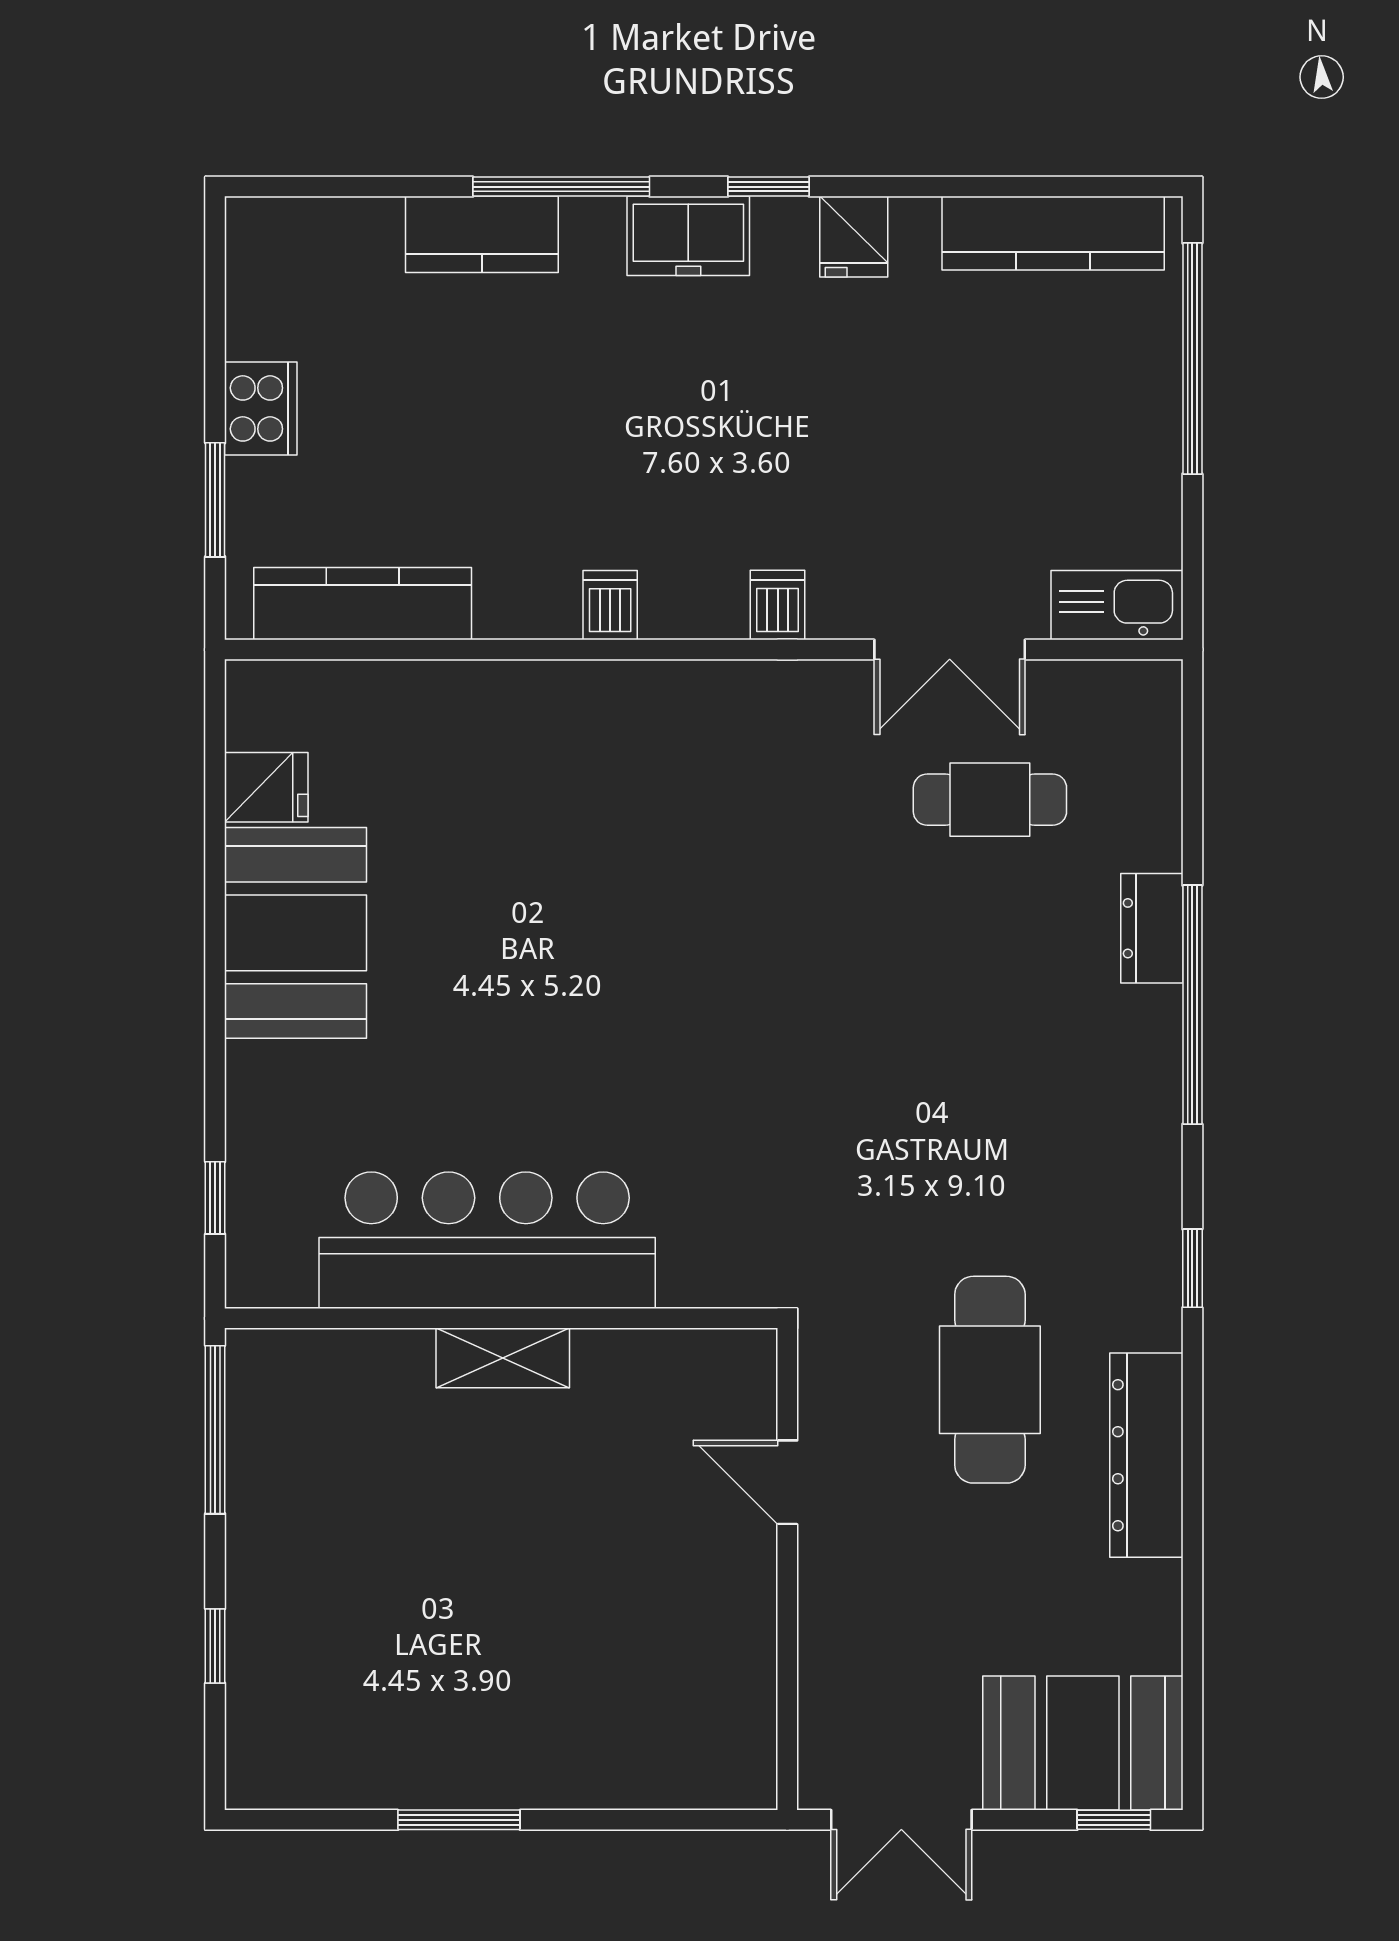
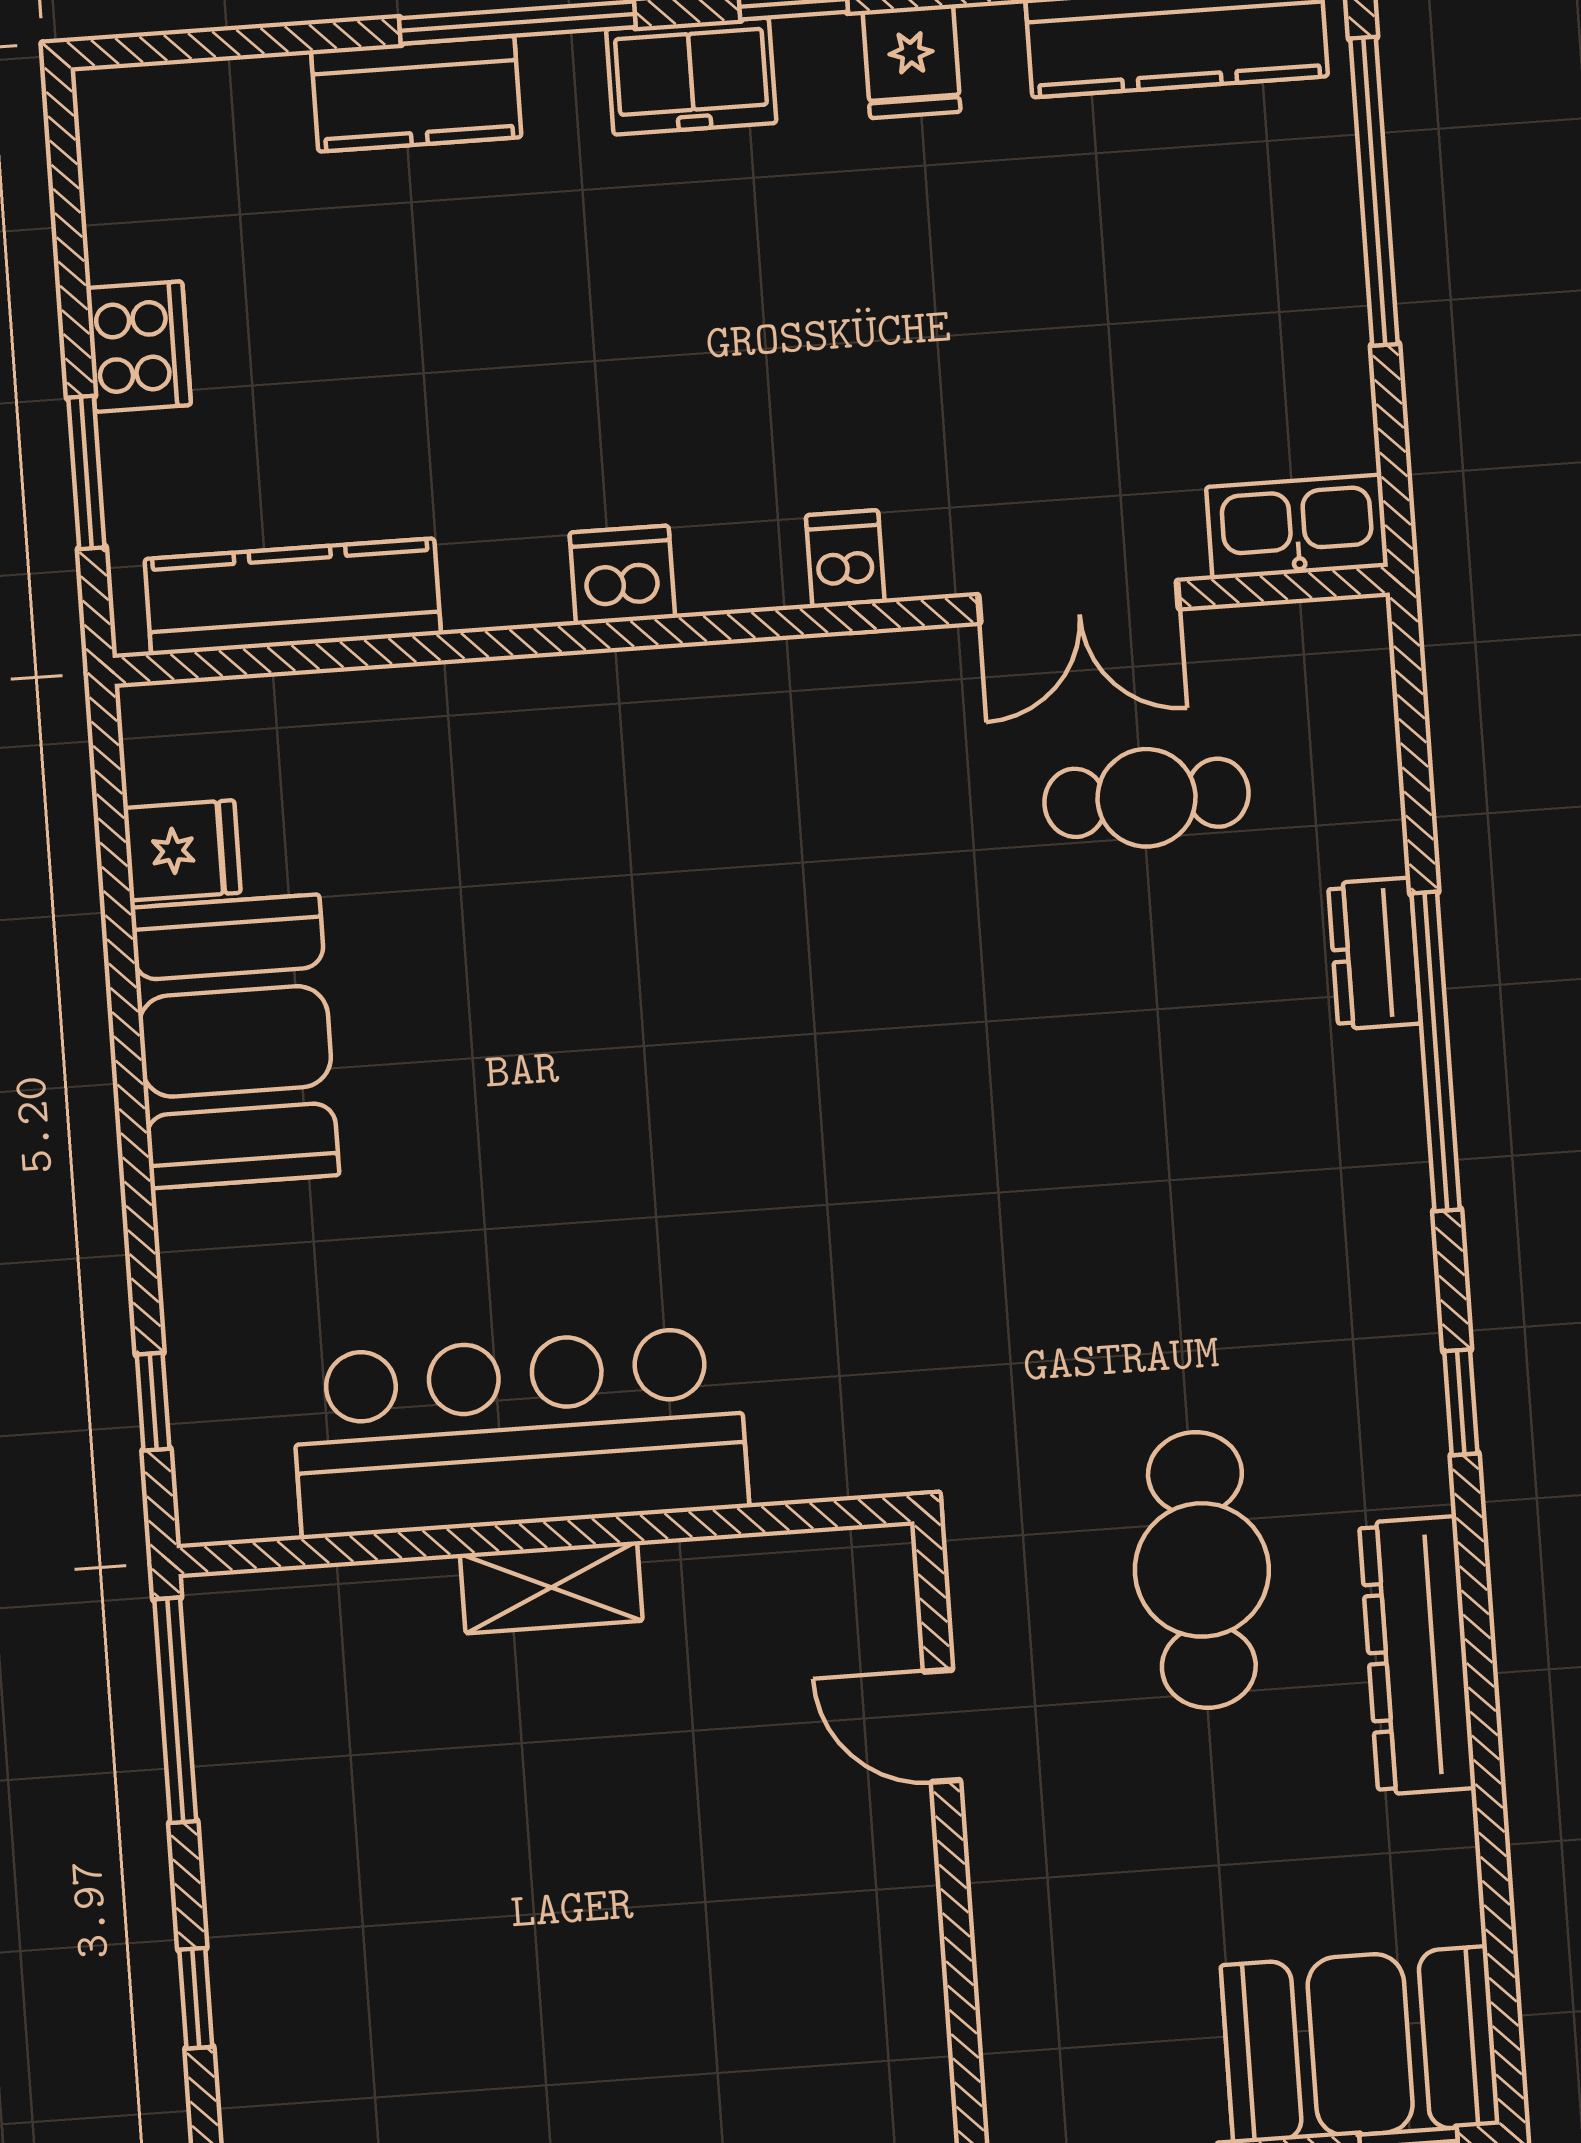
dishwasher: (610, 605) -> (622, 575), width x1.38

